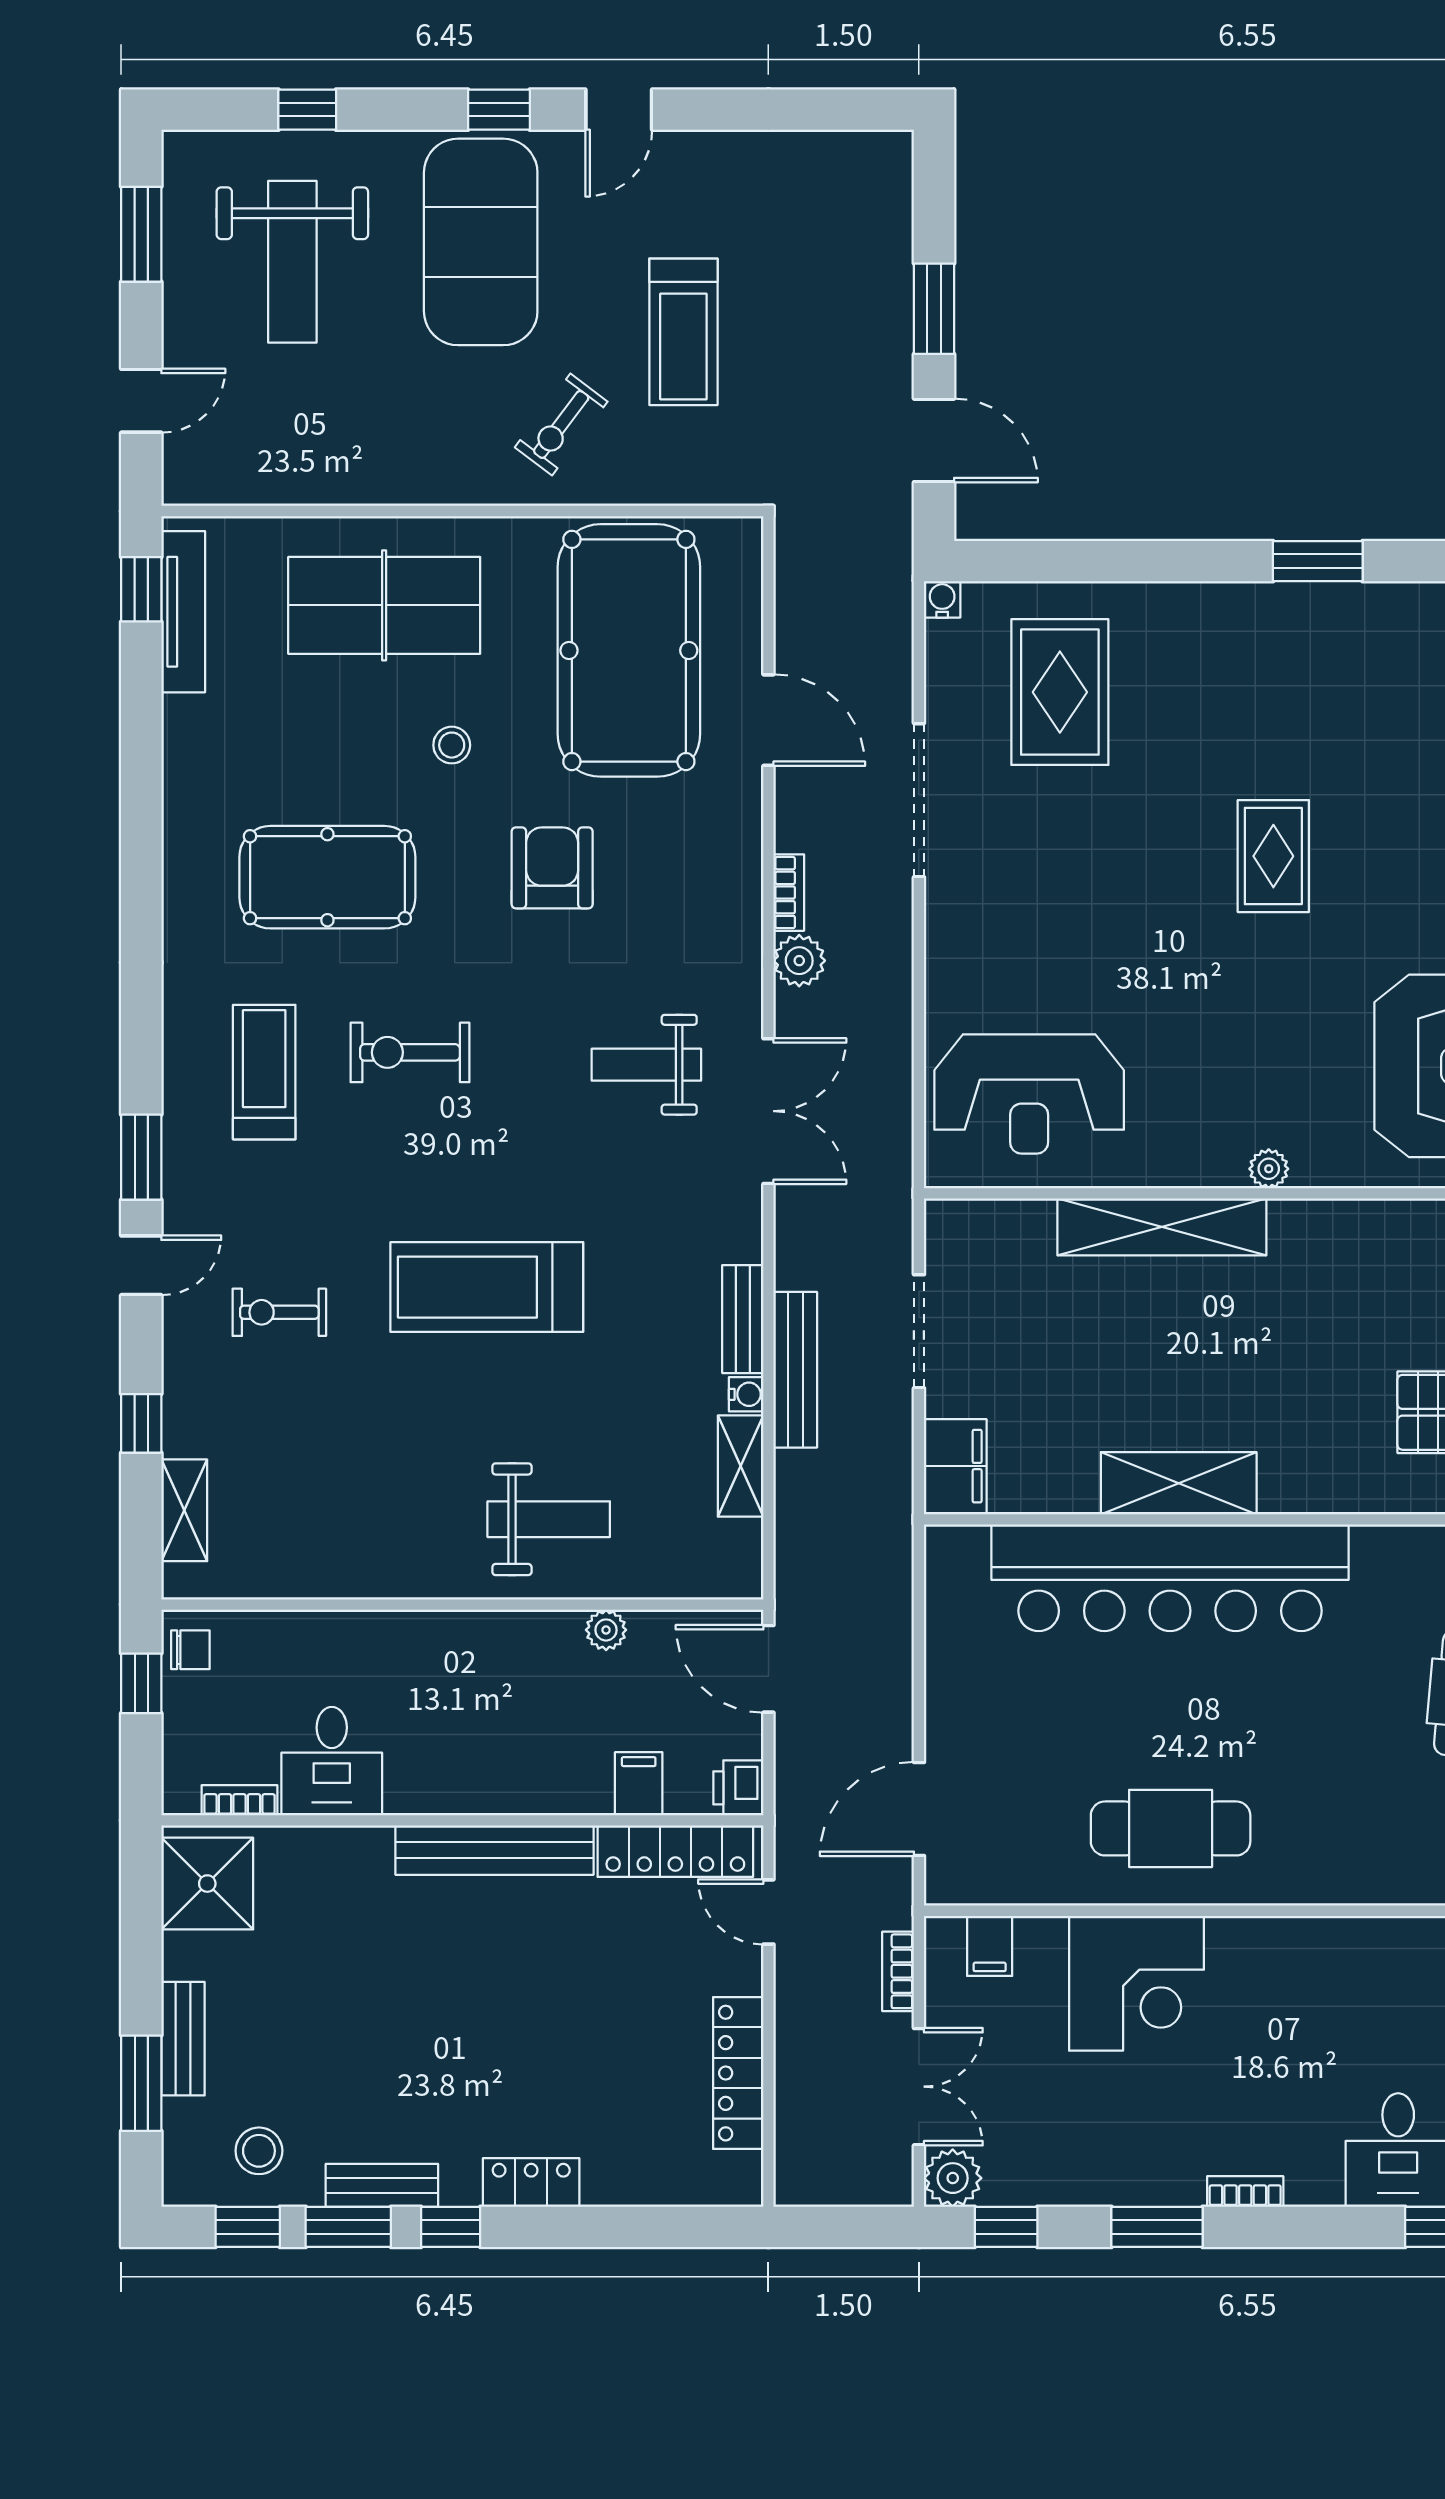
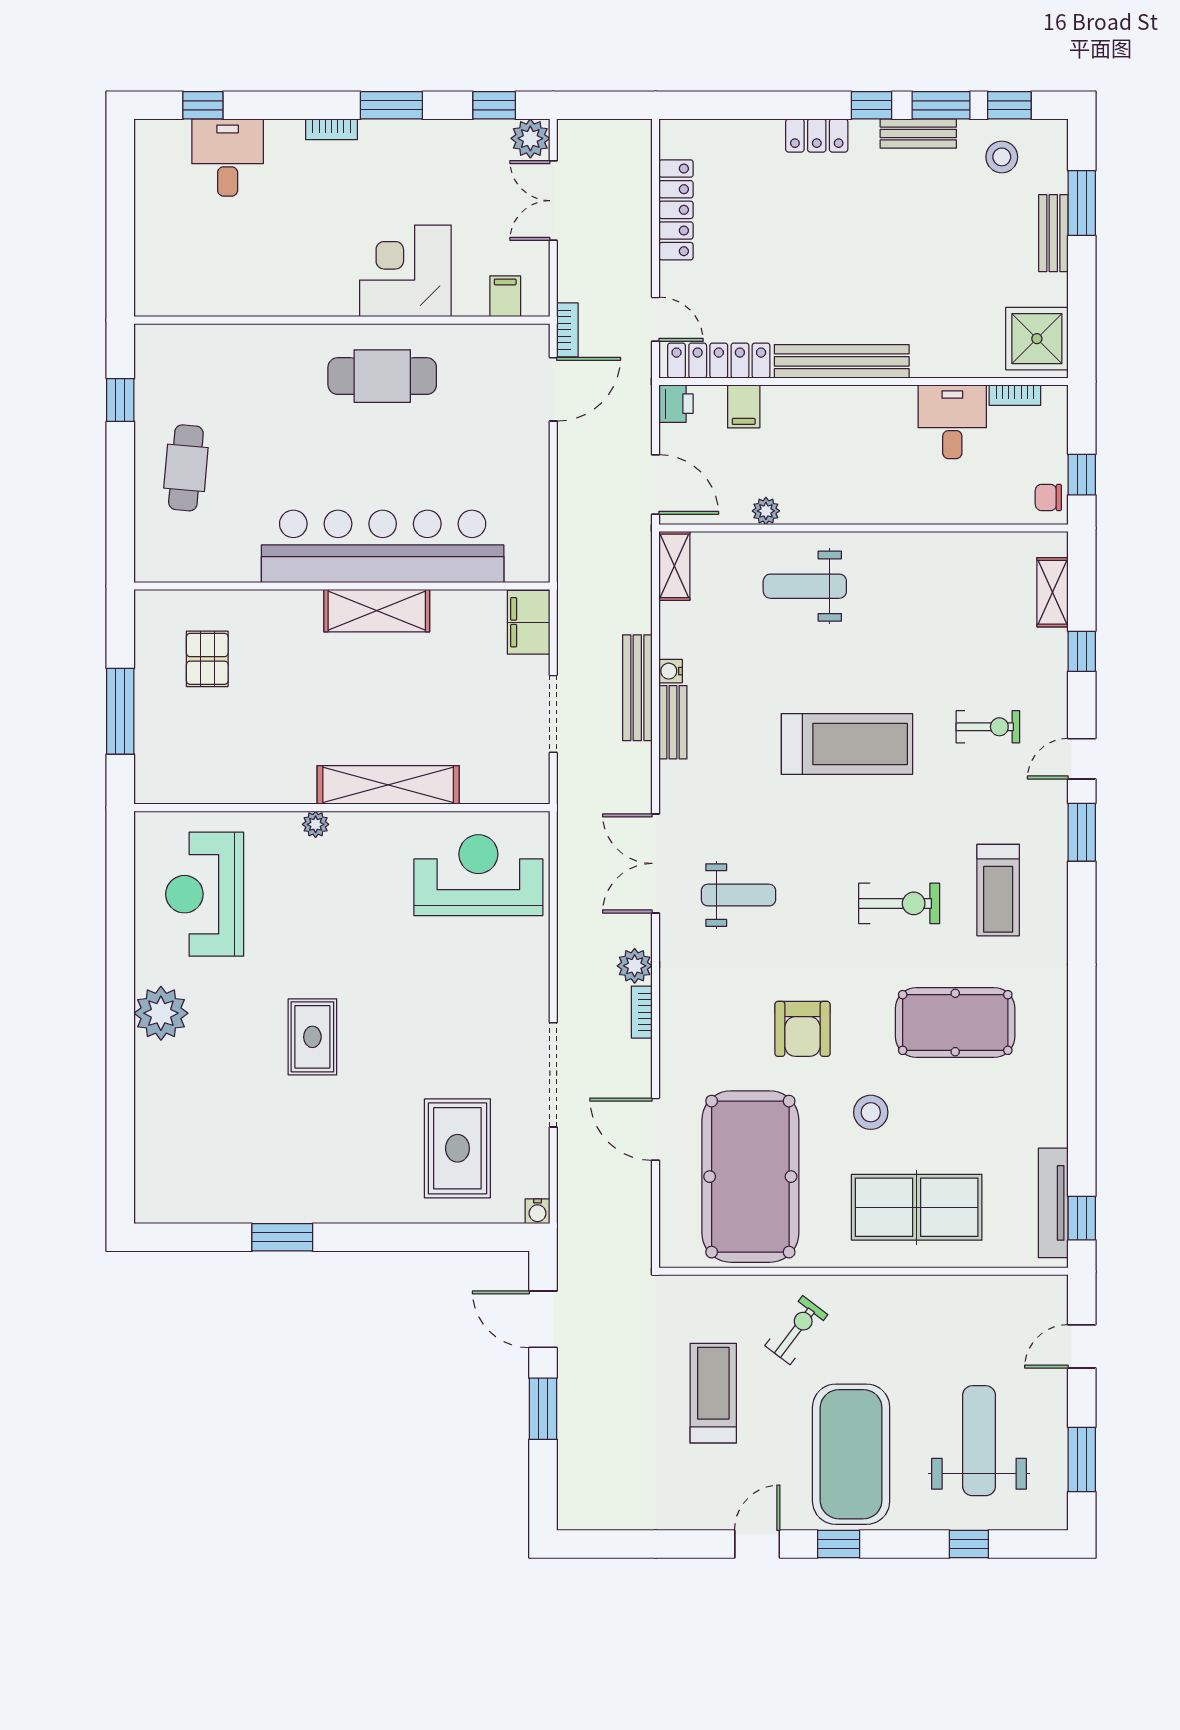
stool: (452, 745) -> (871, 1112), width x1.37, depth x1.37
shelving: (741, 1466) -> (674, 566), moved
bookcase: (898, 1971) -> (567, 330), moved

